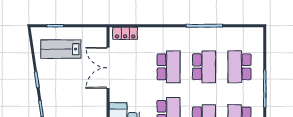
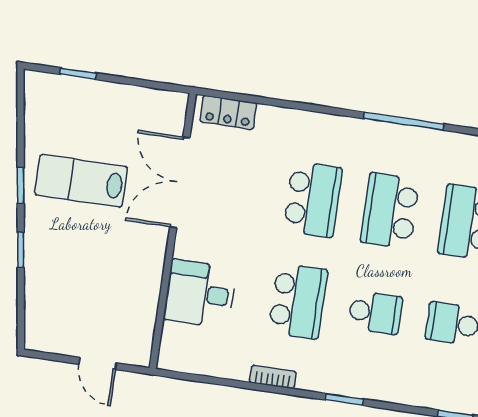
lab bench: (61, 49) -> (81, 181), moved
school desk: (204, 67) -> (390, 211), turned 180

